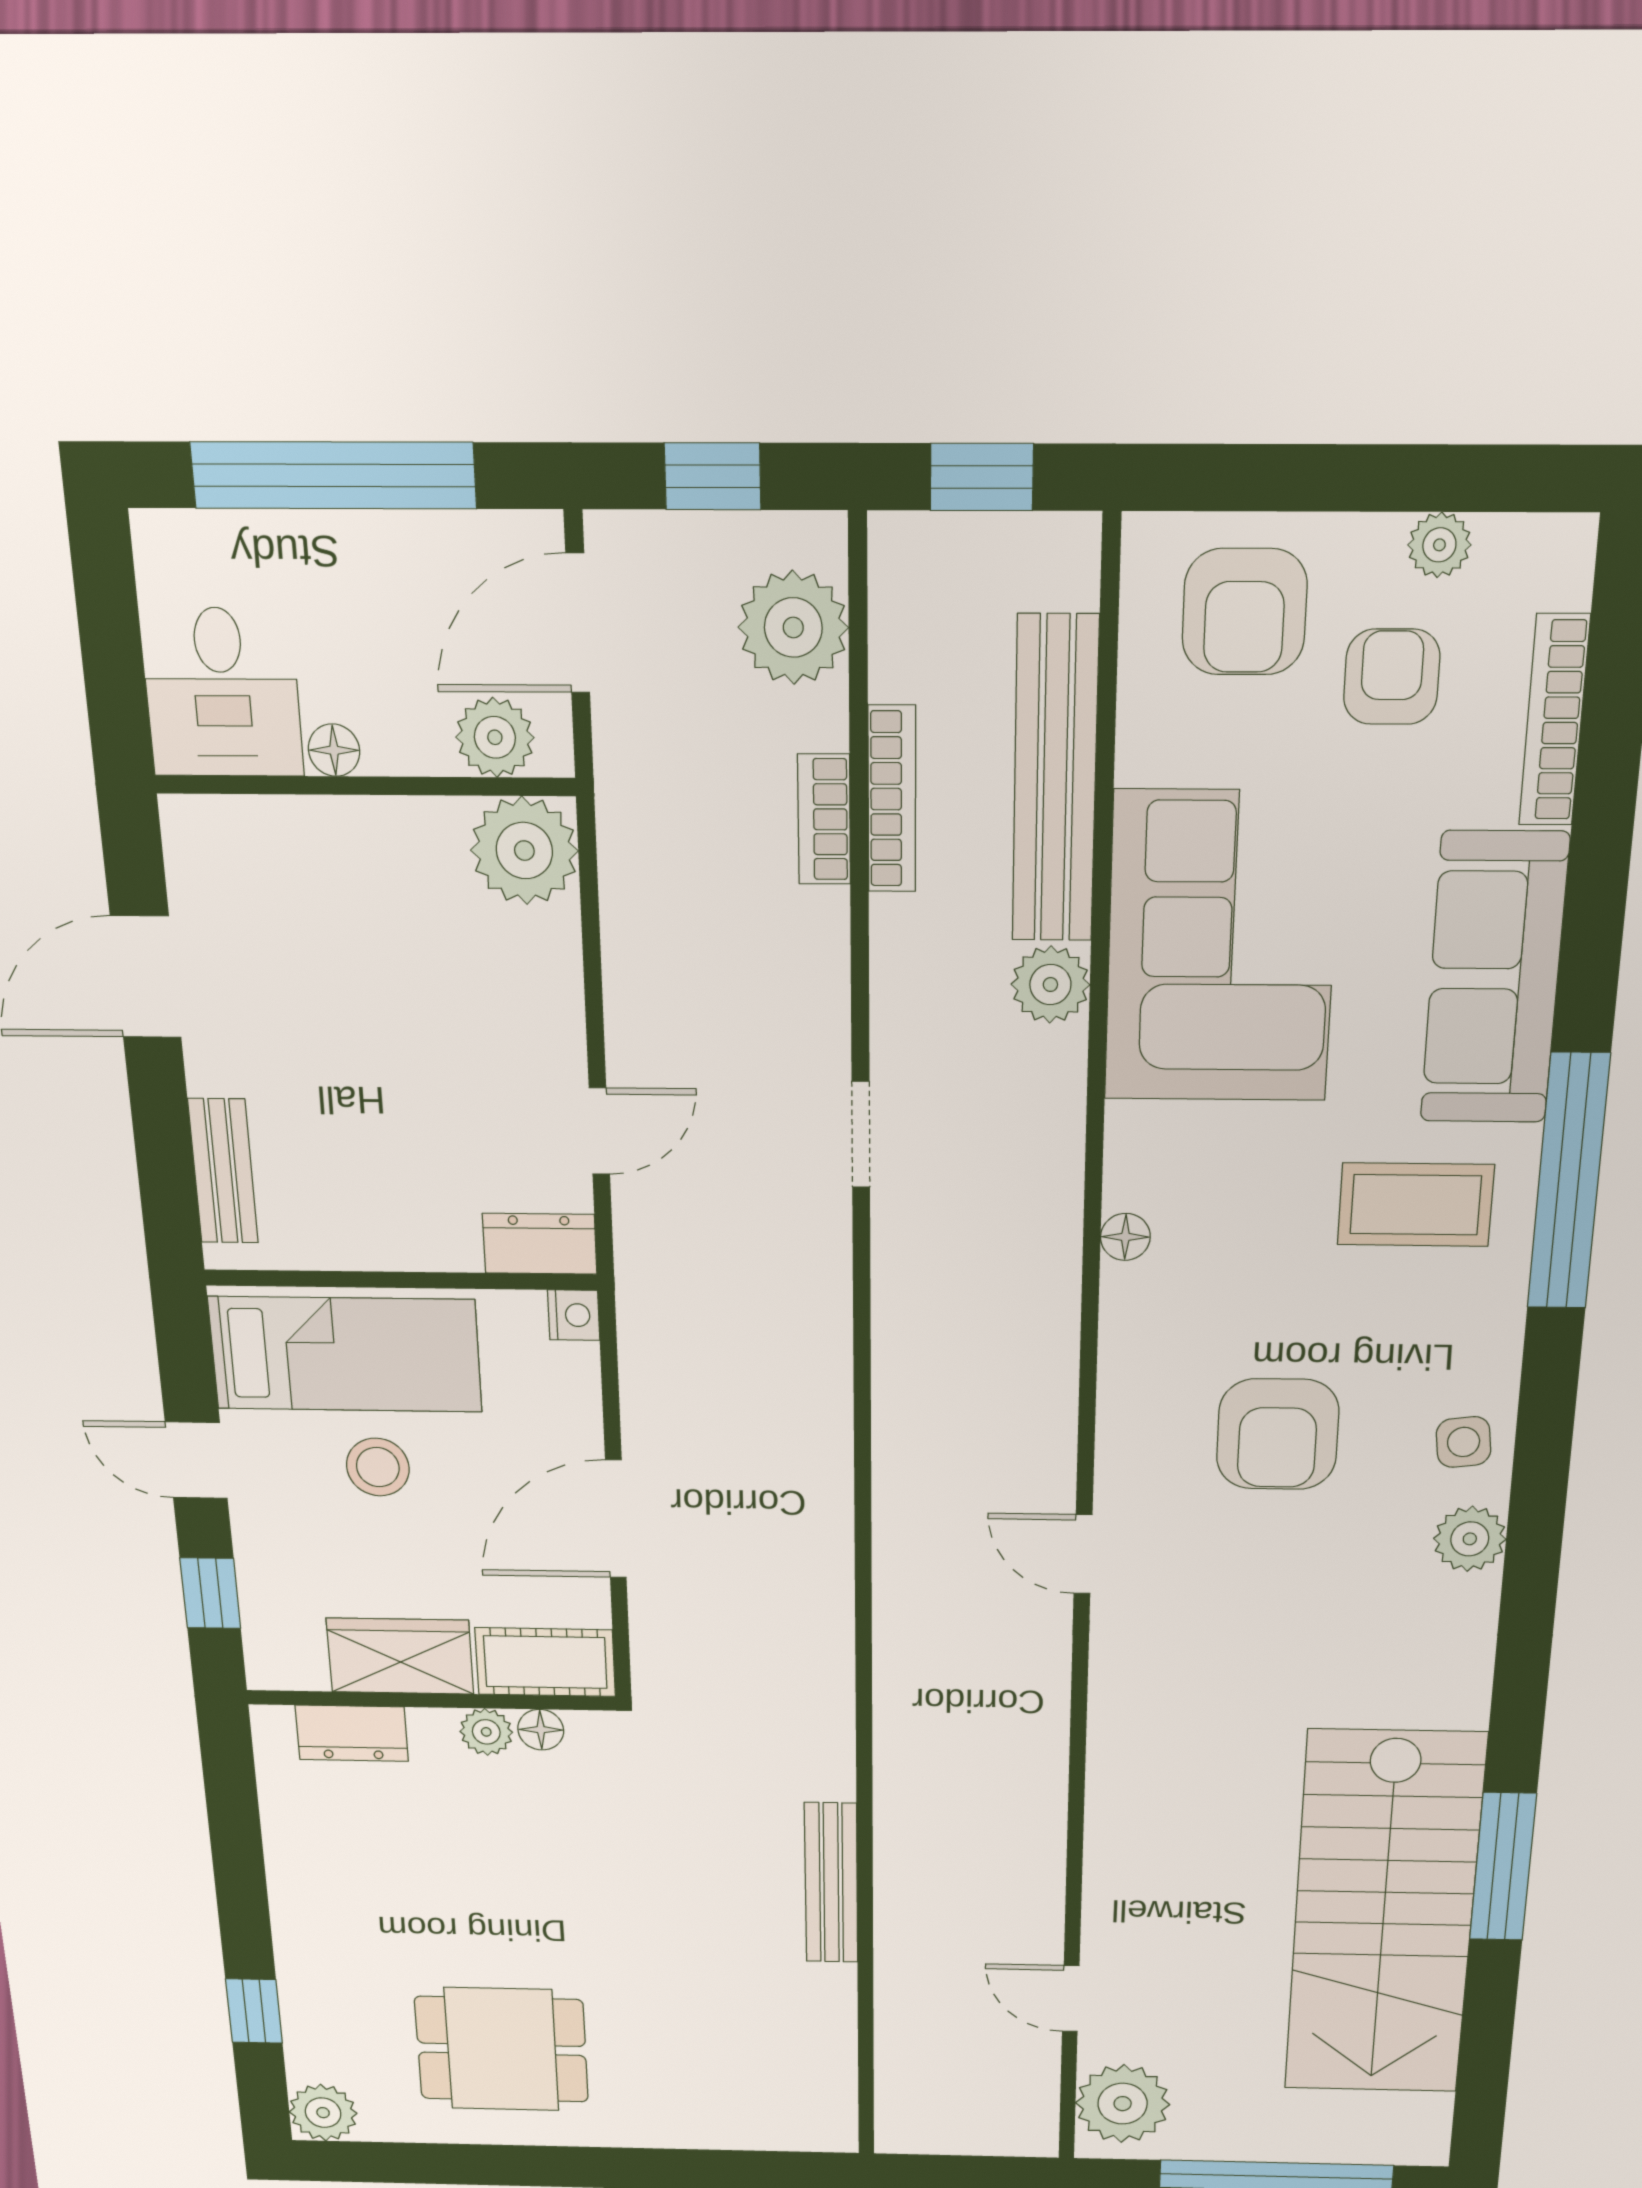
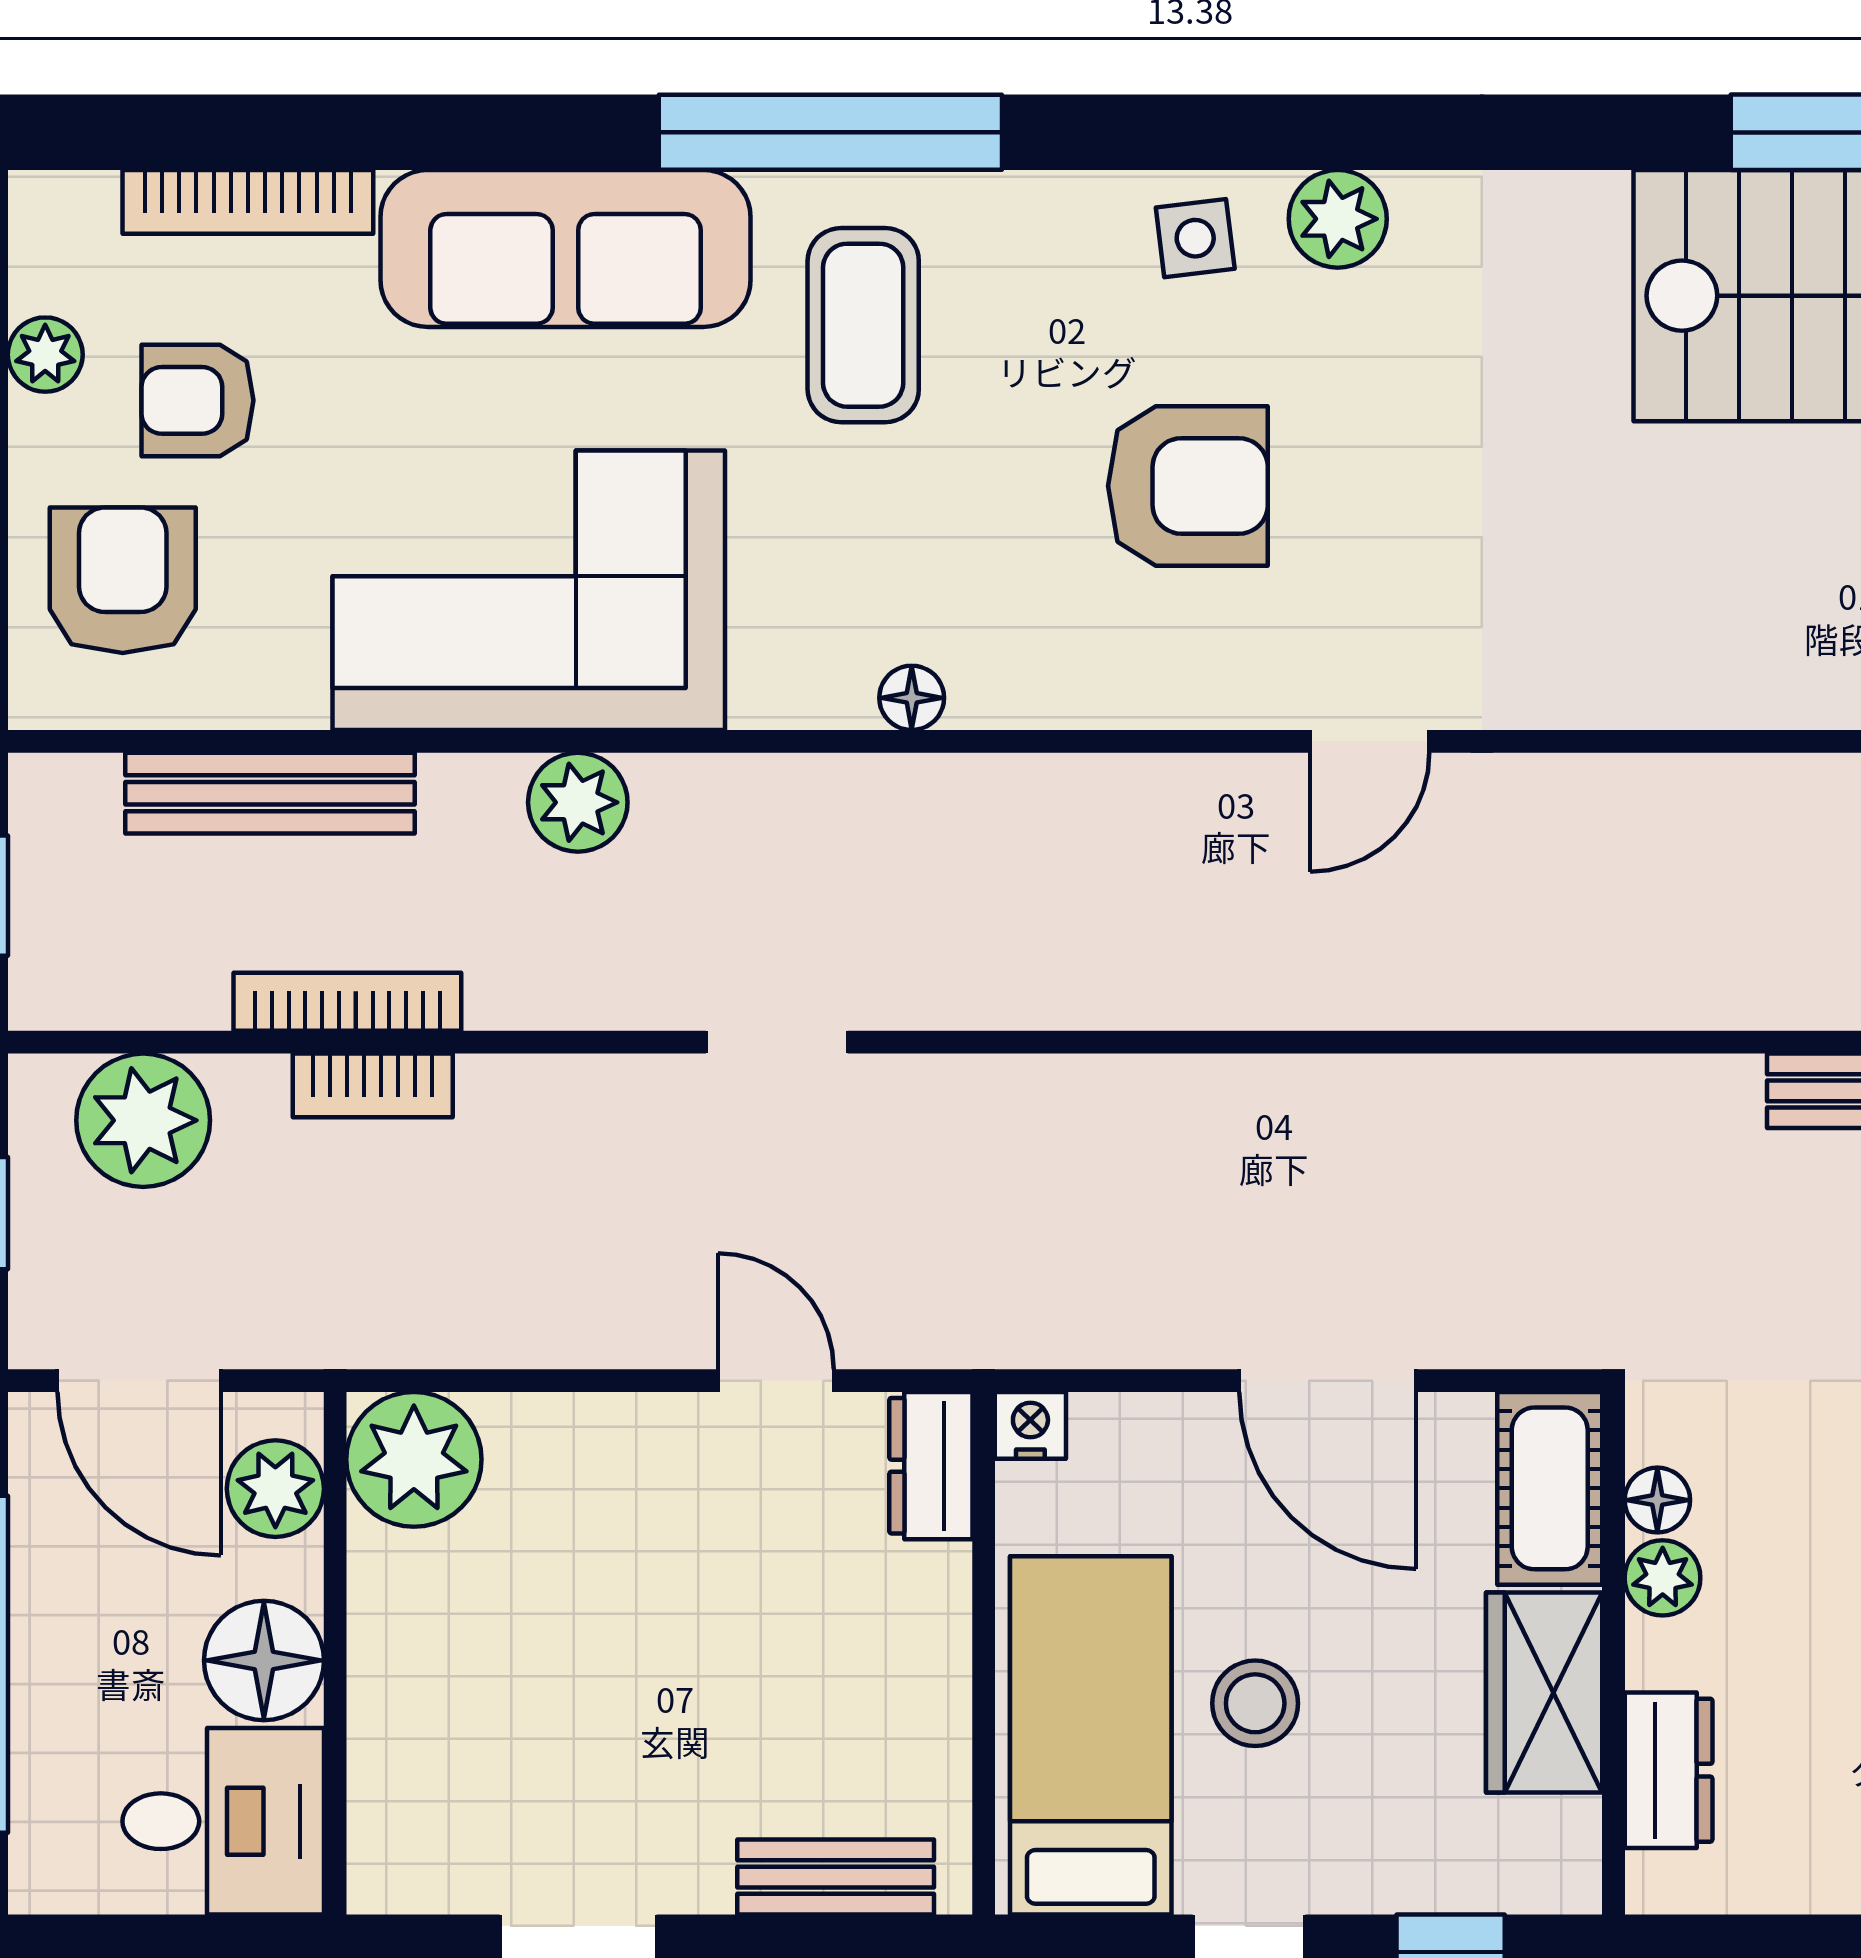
armchair: (1245, 612) -> (123, 580), turned -90
floor lamp: (334, 750) -> (264, 1660), width x1.89, depth x1.89
bench: (1055, 780) -> (270, 793), width x0.73, depth x0.82

